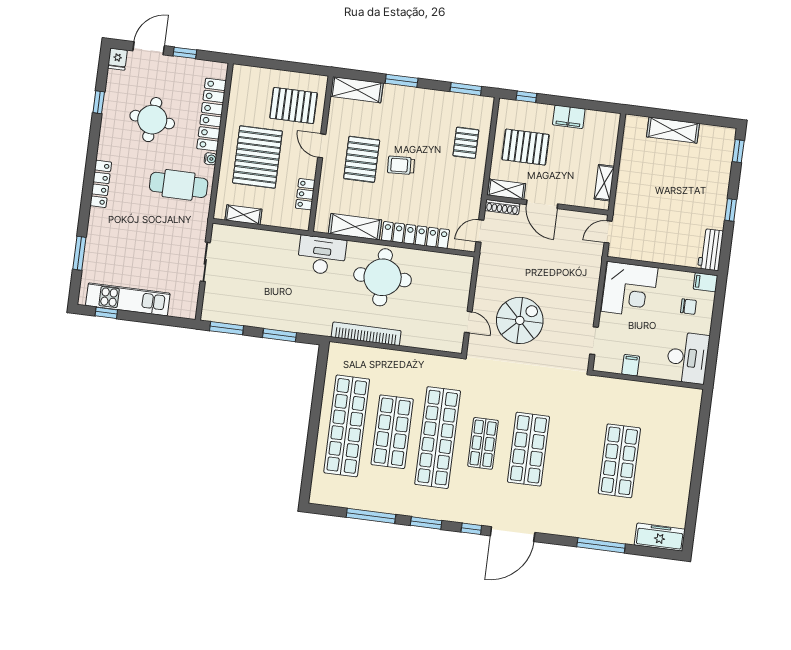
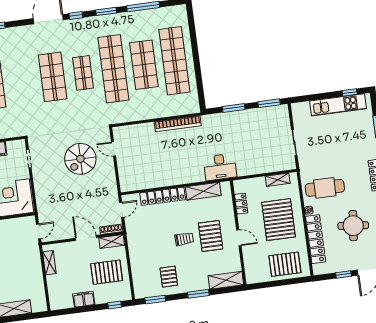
pallet: (294, 105) -> (285, 264), moved
pallet: (466, 143) -> (169, 277), moved
round table: (383, 277) -> (177, 163), removed

